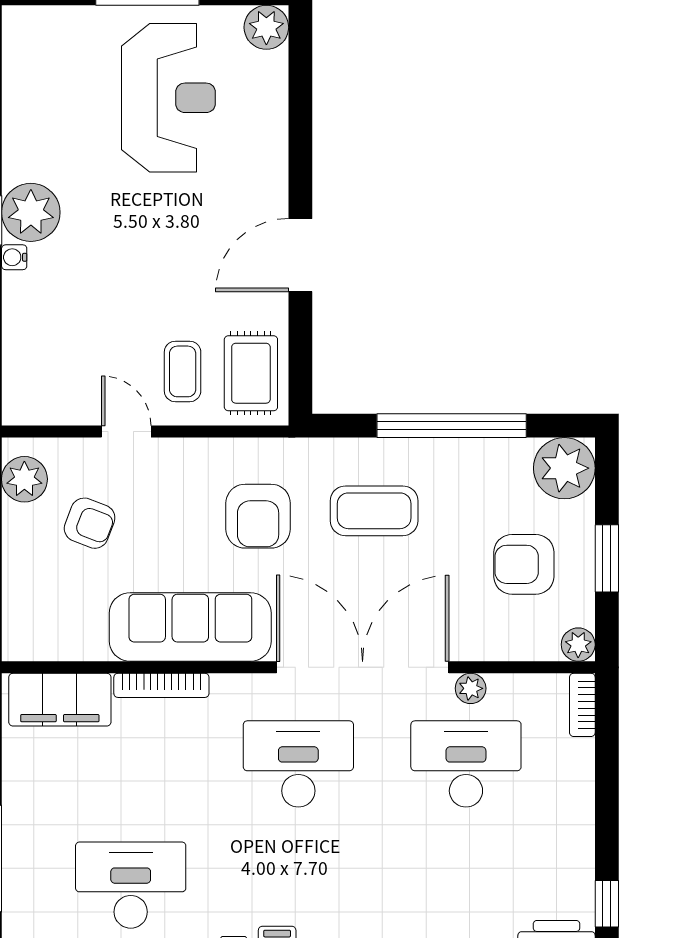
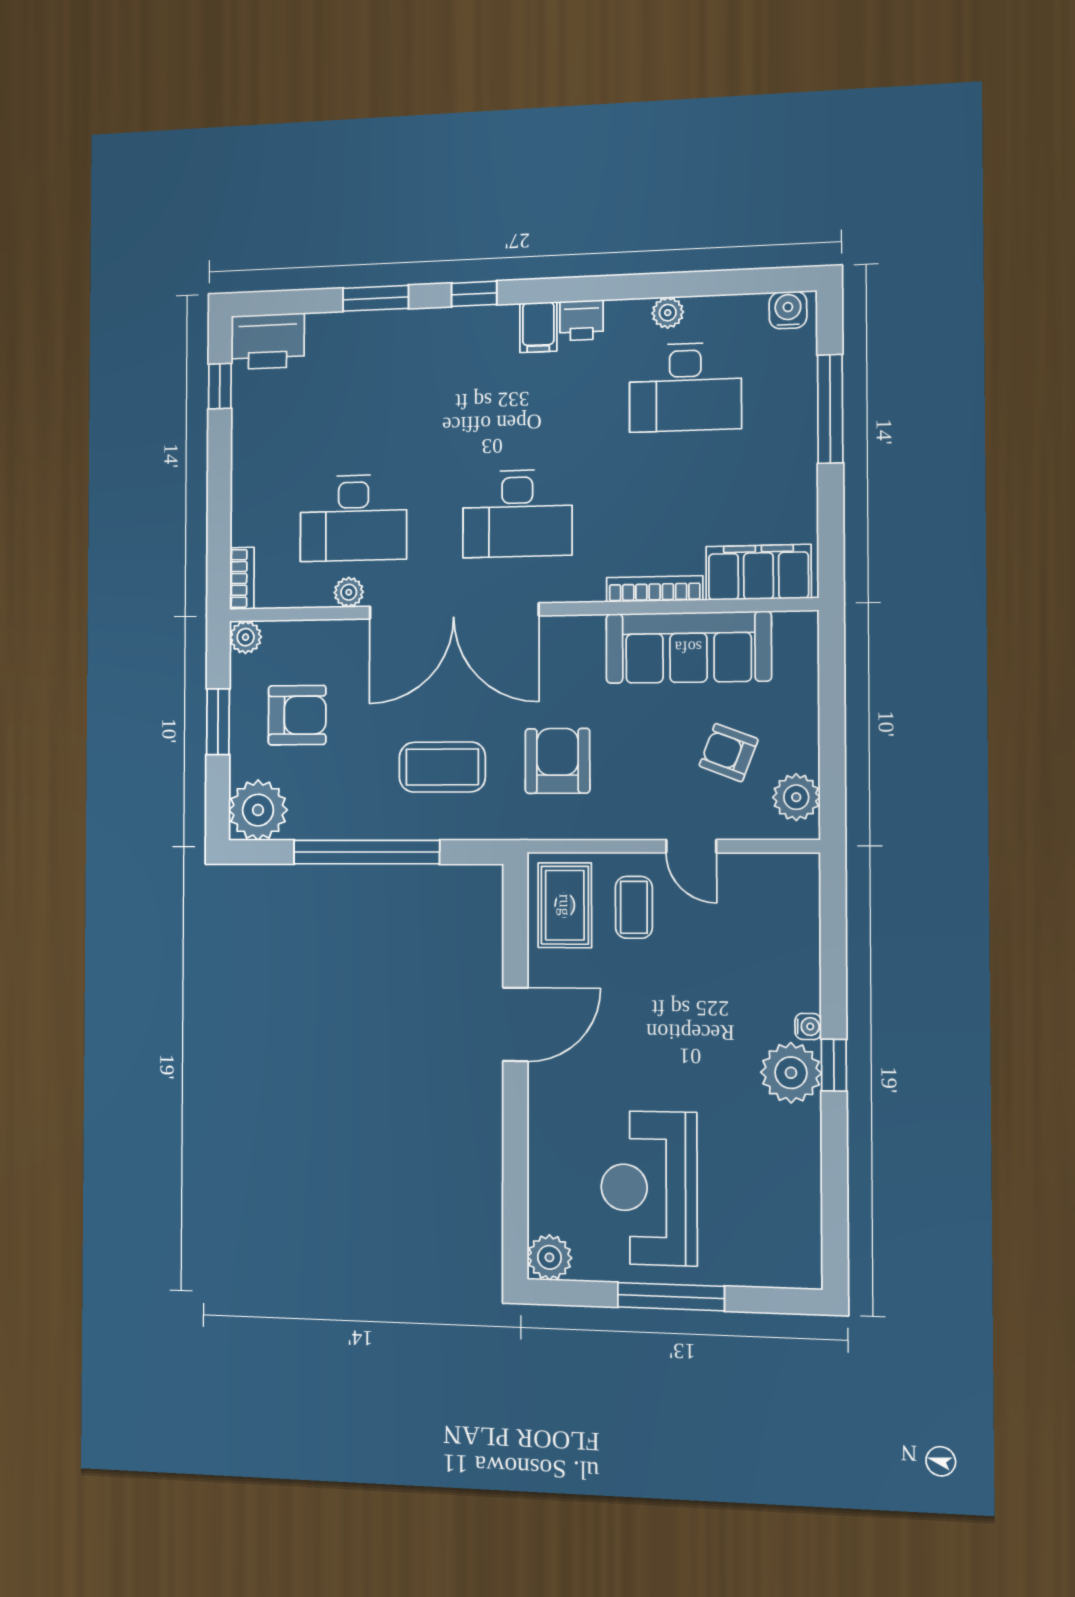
sofa: (190, 627) -> (688, 647), moved

